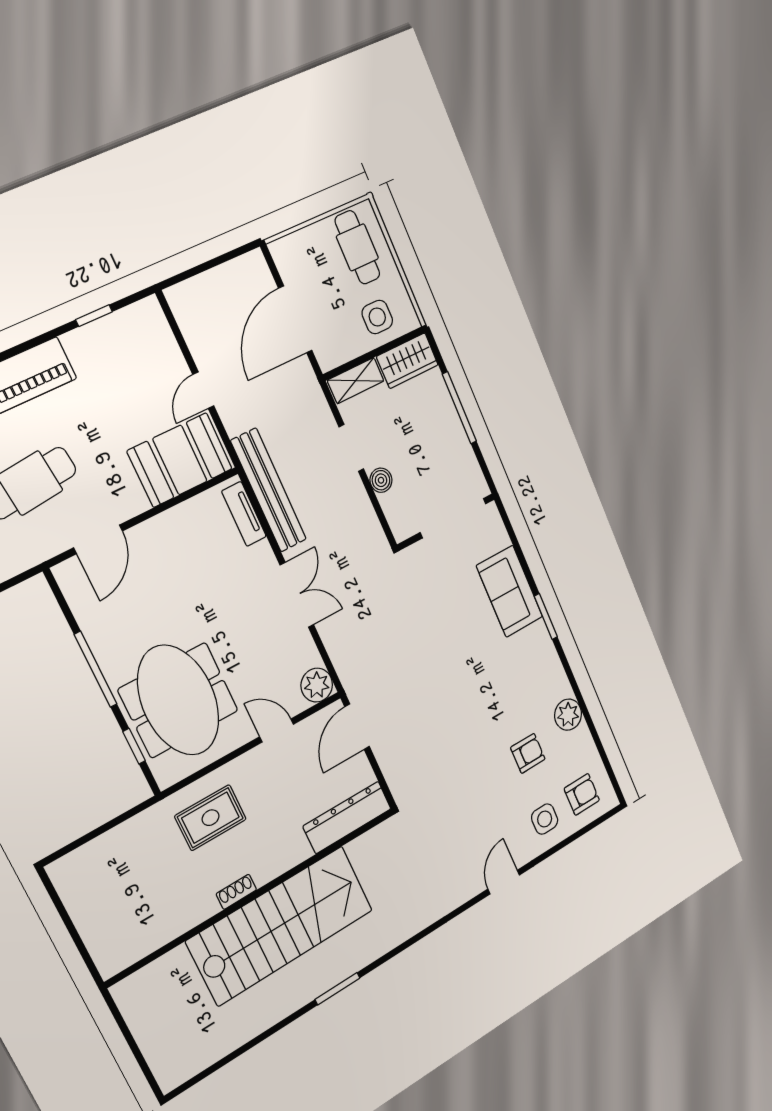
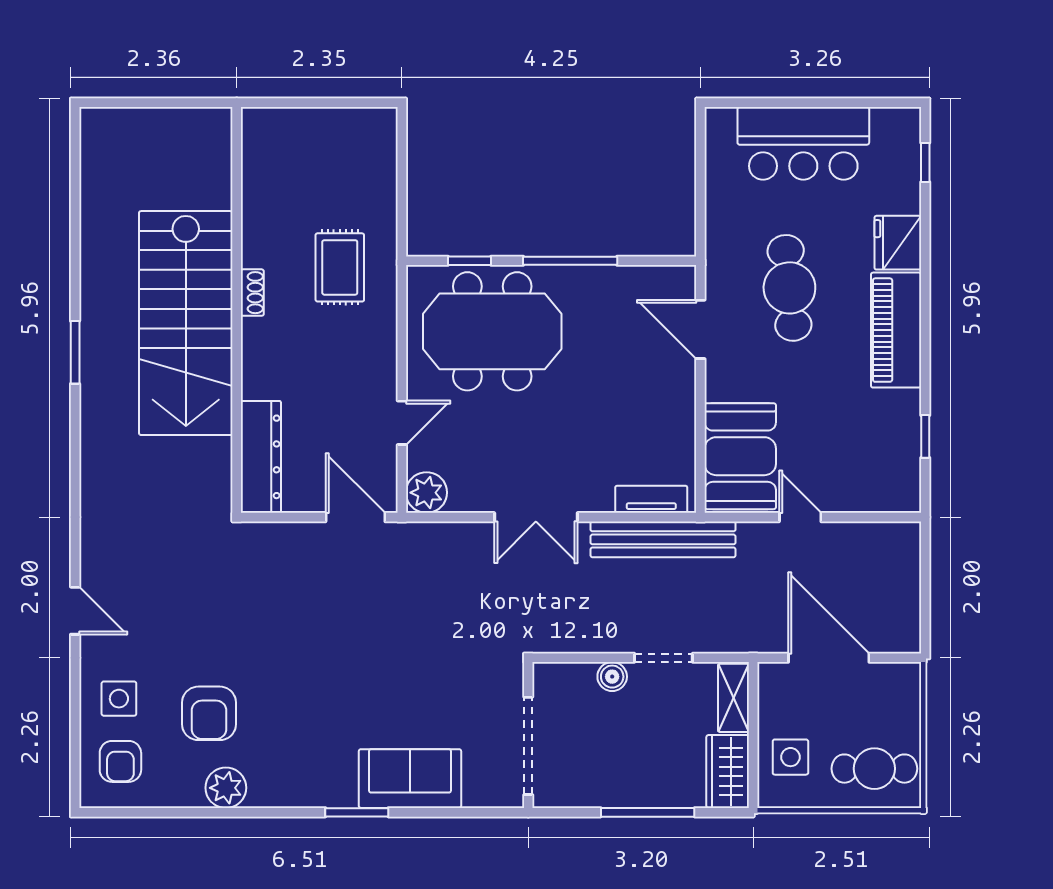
armchair: (528, 753) -> (209, 713), width x1.38, depth x1.38
rug: (211, 818) -> (340, 267), moved

